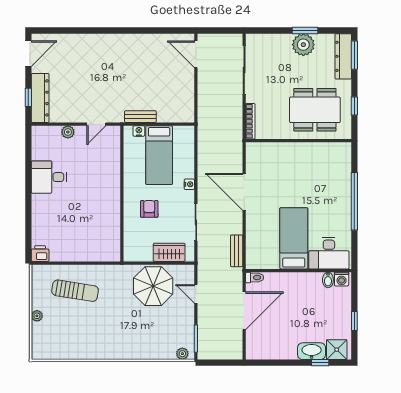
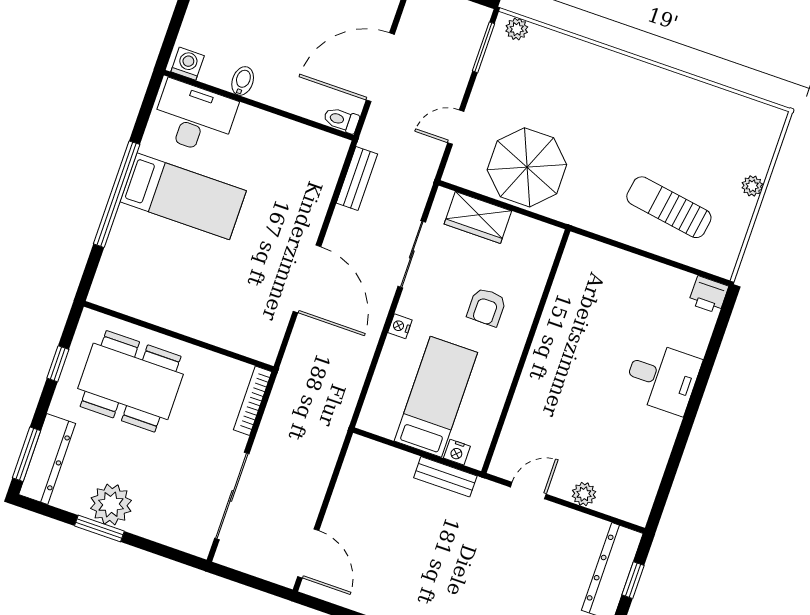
desk: (49, 177) -> (662, 378), moved
bed: (294, 238) -> (183, 196), moved, turned -90
bidet: (328, 280) -> (243, 81), moved
door: (196, 294) -> (456, 127), swing flipped

